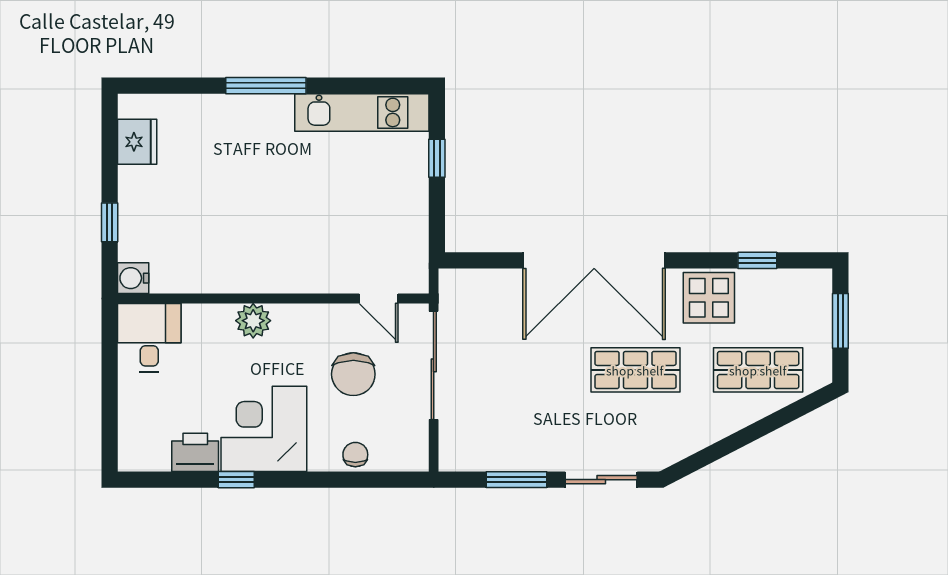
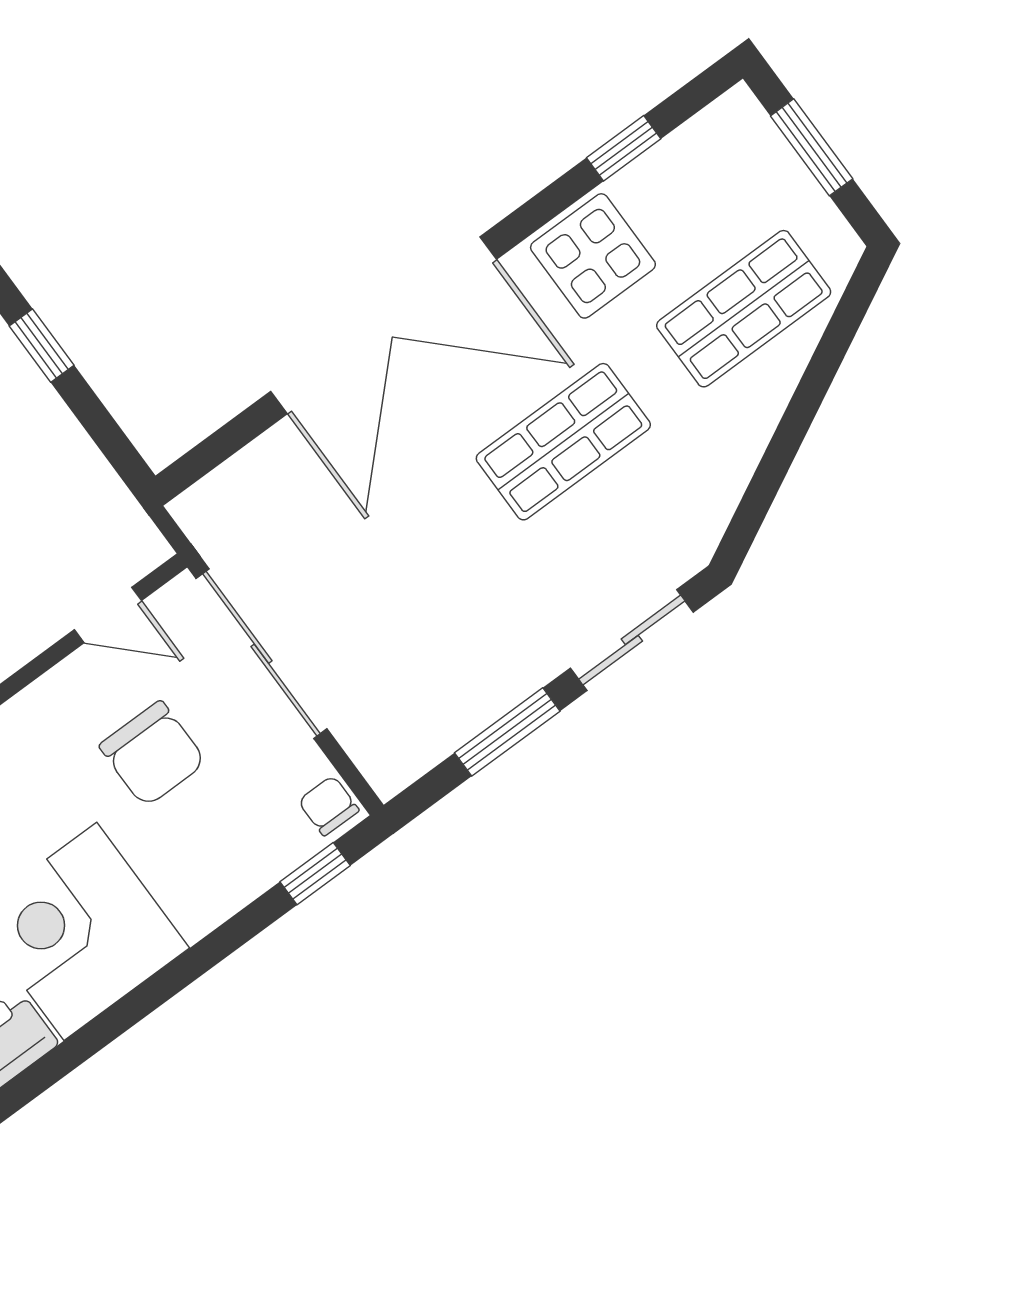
chair: (355, 455) -> (329, 806), moved
window: (236, 480) -> (315, 874), moved

